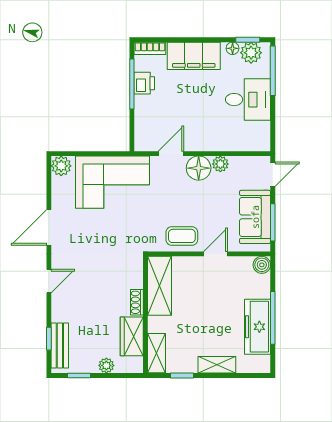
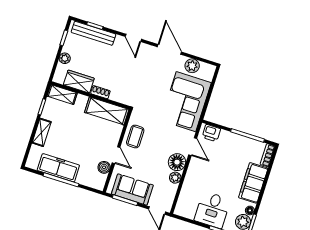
printer: (144, 83) -> (211, 133), moved
plant: (61, 166) -> (192, 66), moved
boiler: (262, 265) -> (104, 167), moved
bench: (60, 345) -> (94, 33), width x1.36

